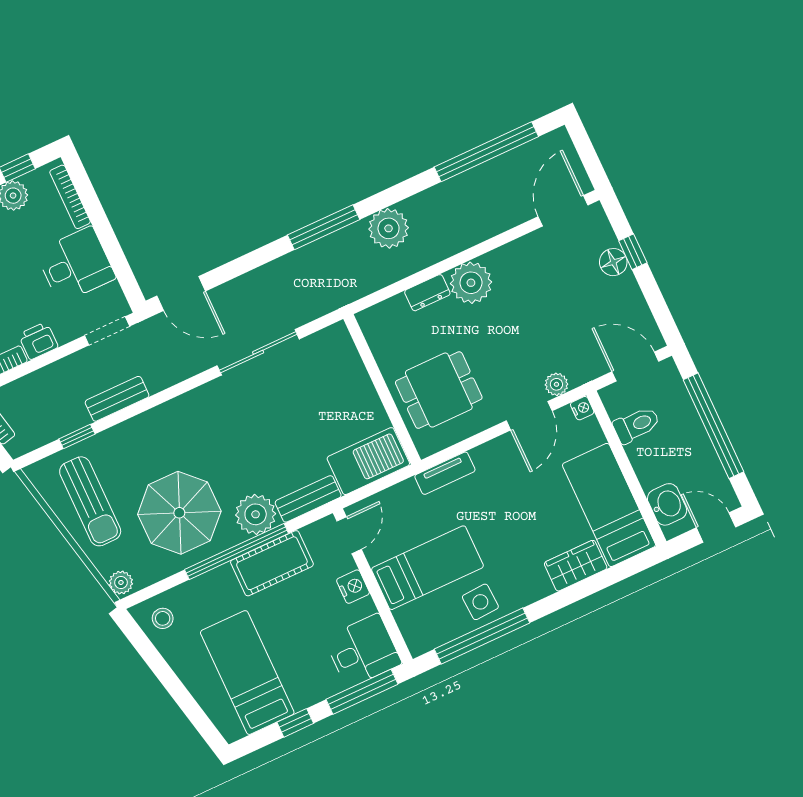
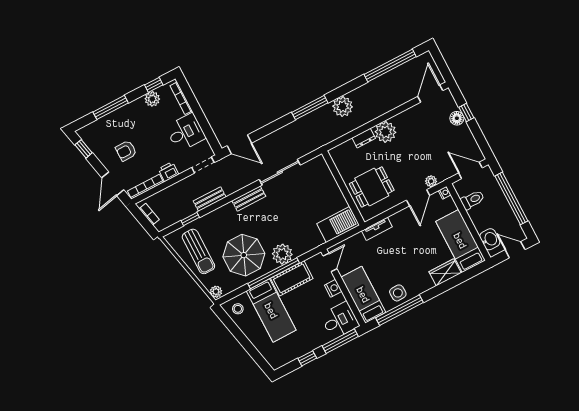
bench: (308, 499) -> (249, 198), moved
bed: (427, 568) -> (363, 295), moved, turned -90
bed: (247, 673) -> (271, 311), moved, turned 180

